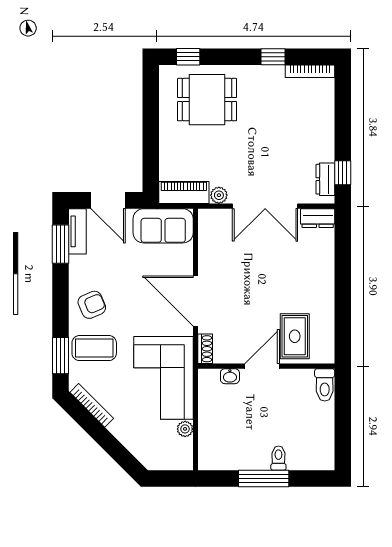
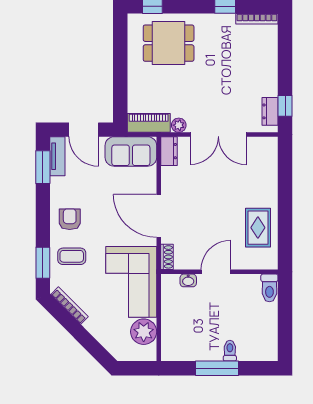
dresser: (318, 218) -> (169, 151), moved, turned -90
armchair: (92, 305) -> (70, 219), turned -67
rug: (295, 336) -> (258, 228), moved
coffee table: (94, 348) -> (72, 256), width x0.73, depth x0.77
plant: (185, 429) -> (144, 332), width x1.88, depth x1.88

